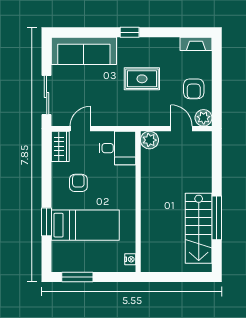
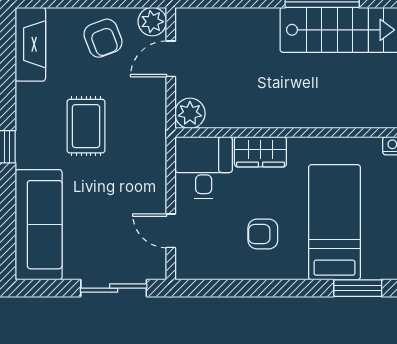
fireplace: (196, 44) -> (30, 44), width x1.37, depth x1.32
armchair: (194, 89) -> (103, 38), turned 69
wardrobe: (60, 146) -> (260, 152), moved, turned 180
window: (47, 222) -> (358, 288), moved

